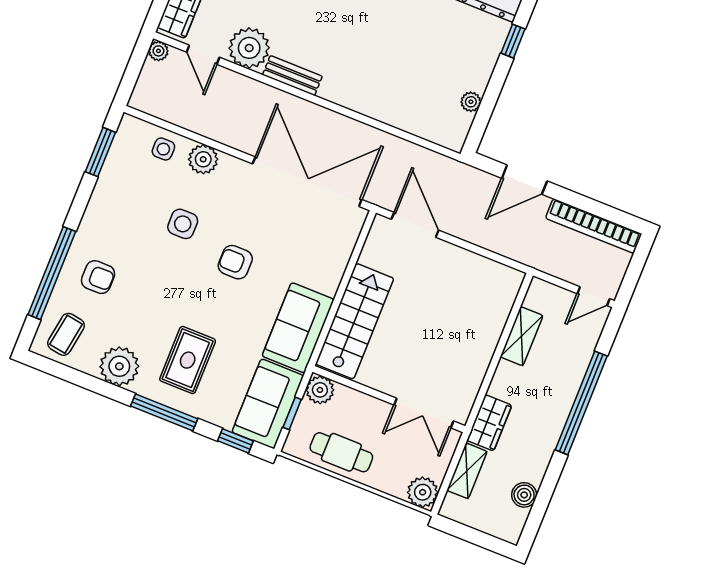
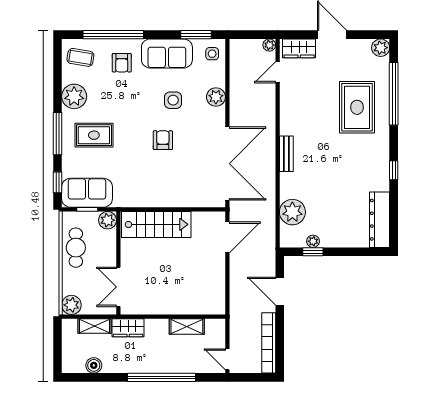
window: (513, 41) -> (313, 252), moved
plant: (249, 48) -> (292, 212), moved
bench: (292, 76) -> (286, 154), moved
side table: (163, 149) -> (212, 54), moved
sofa: (298, 328) -> (167, 53), moved, turned 180

